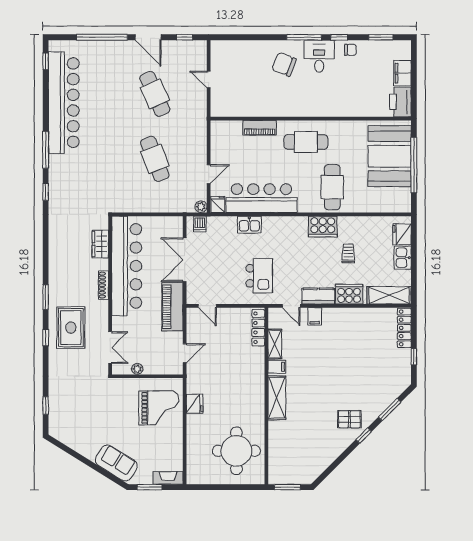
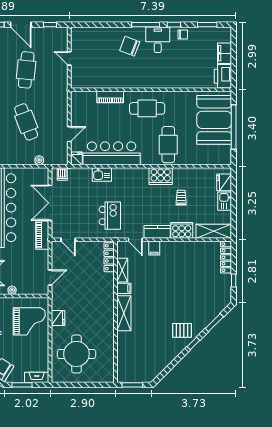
cafe table: (155, 94) -> (26, 70), turned 30
plant: (201, 207) -> (39, 160), moved
piano: (172, 307) -> (42, 235), width x0.73, depth x0.75
round table: (236, 451) -> (76, 354), moved

